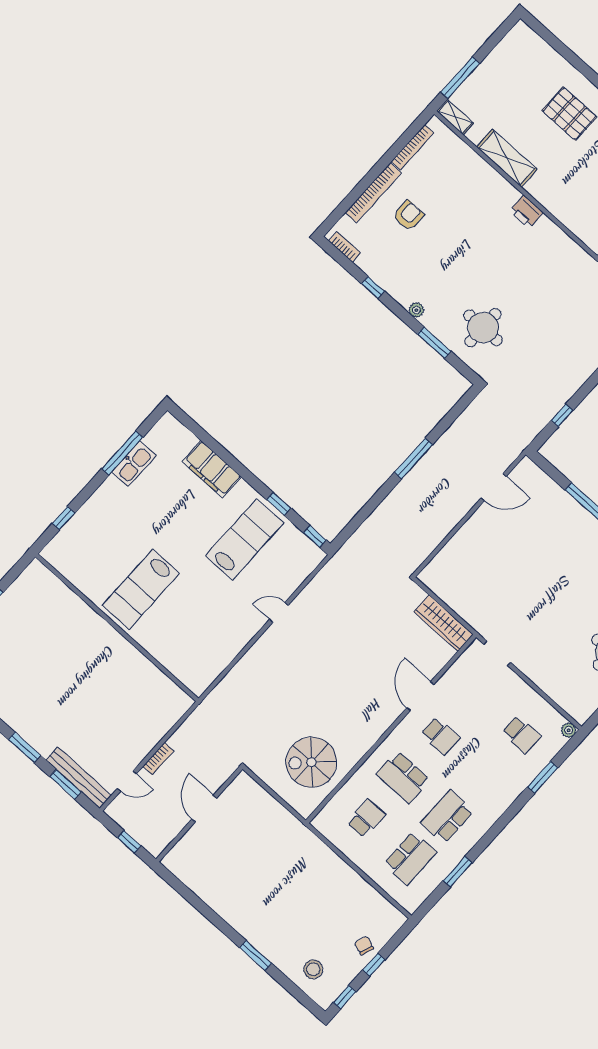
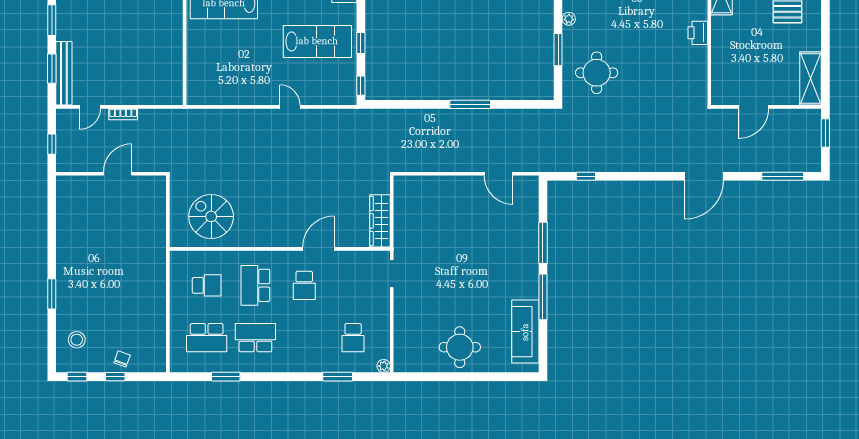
door: (127, 781) -> (90, 107), hinge flipped

